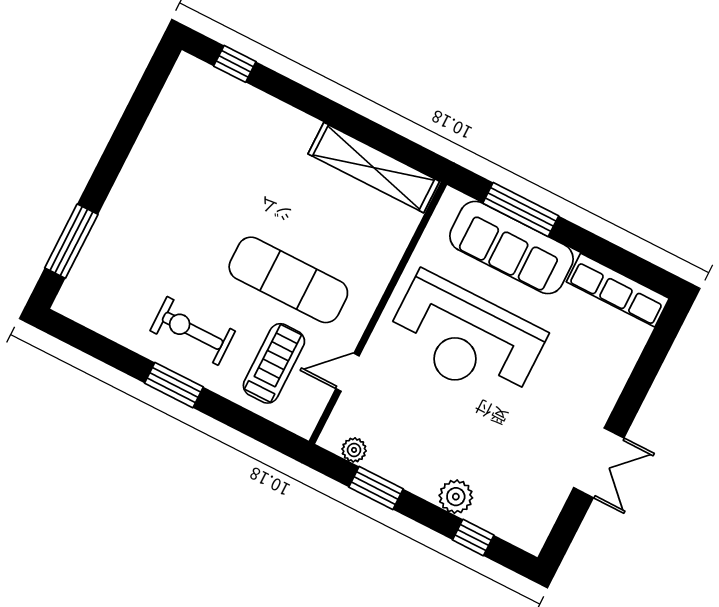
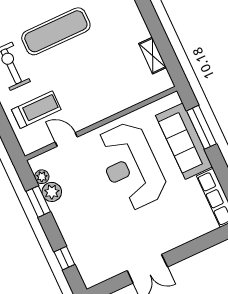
shelving: (374, 168) -> (153, 56), width x0.45, depth x0.75
exercise mat: (288, 280) -> (56, 31), moved, turned 90
plant: (456, 497) -> (52, 192), moved

